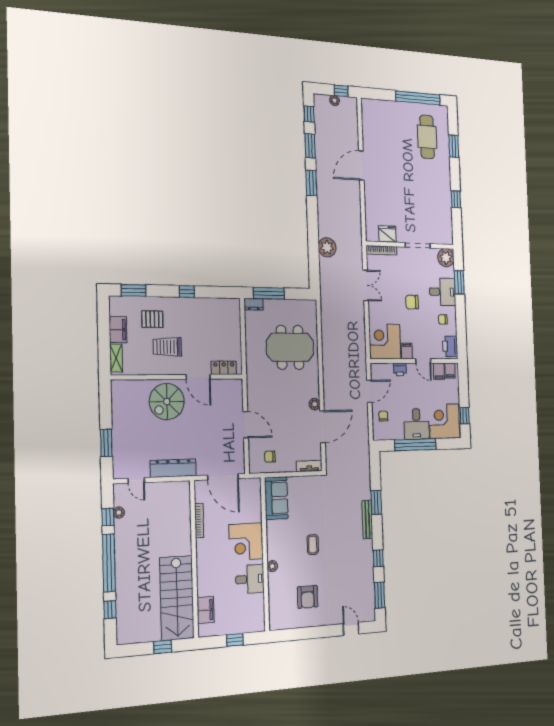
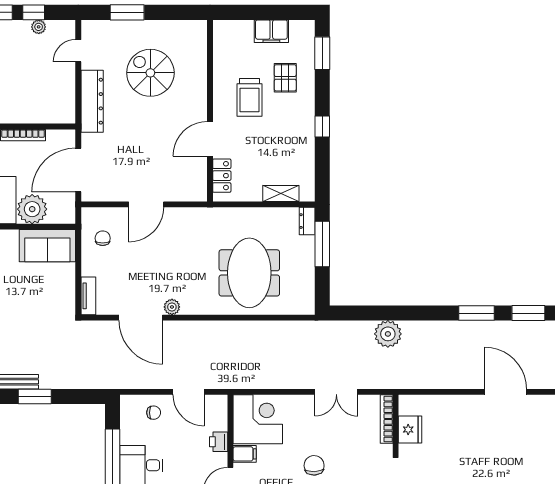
trolley: (167, 347) -> (249, 97), turned 180
shelving: (116, 358) -> (281, 194), moved
spiral stairs: (167, 402) -> (150, 73), moved
plant: (251, 511) -> (32, 209), added

